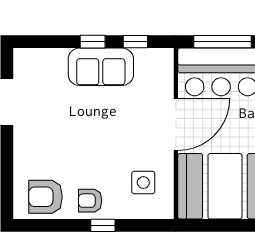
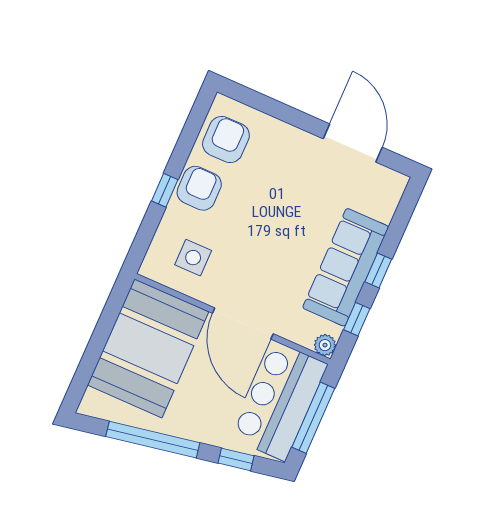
plant: (165, 57) -> (325, 345), added
sofa: (101, 67) -> (346, 267), width x1.36
armchair: (90, 201) -> (199, 188), width x1.38, depth x1.38

